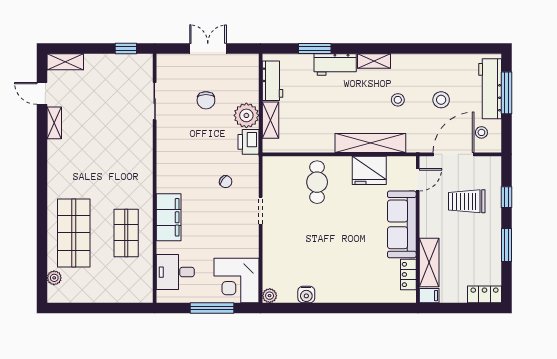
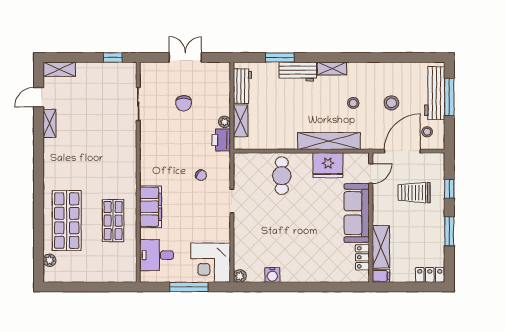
door: (42, 93) -> (39, 97), hinge flipped
plant: (246, 115) -> (224, 122), width x0.53, depth x0.53

